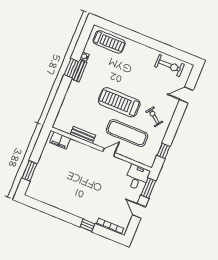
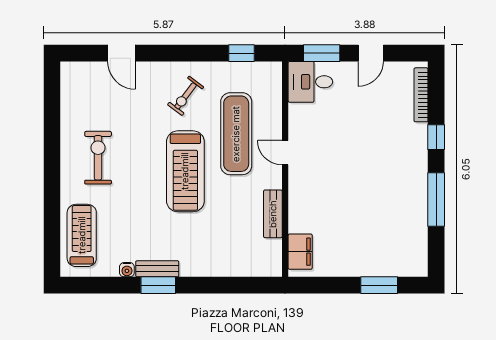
exercise bike: (169, 65) -> (98, 158), moved
window: (59, 214) -> (436, 199), added

